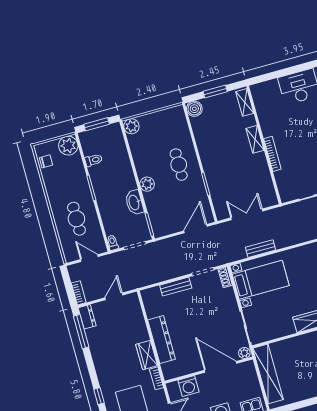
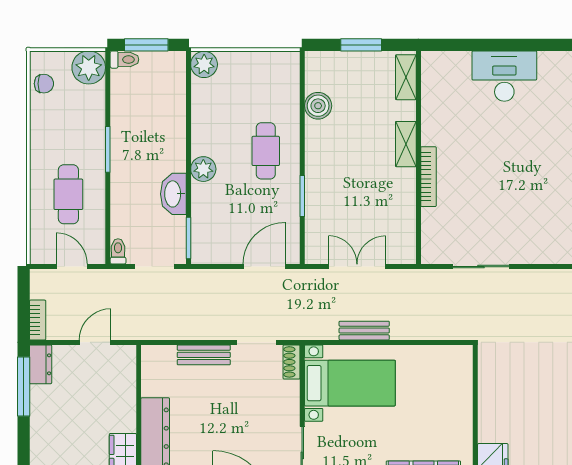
boiler: (194, 109) -> (318, 106), moved
toilet: (94, 160) -> (124, 60), moved

